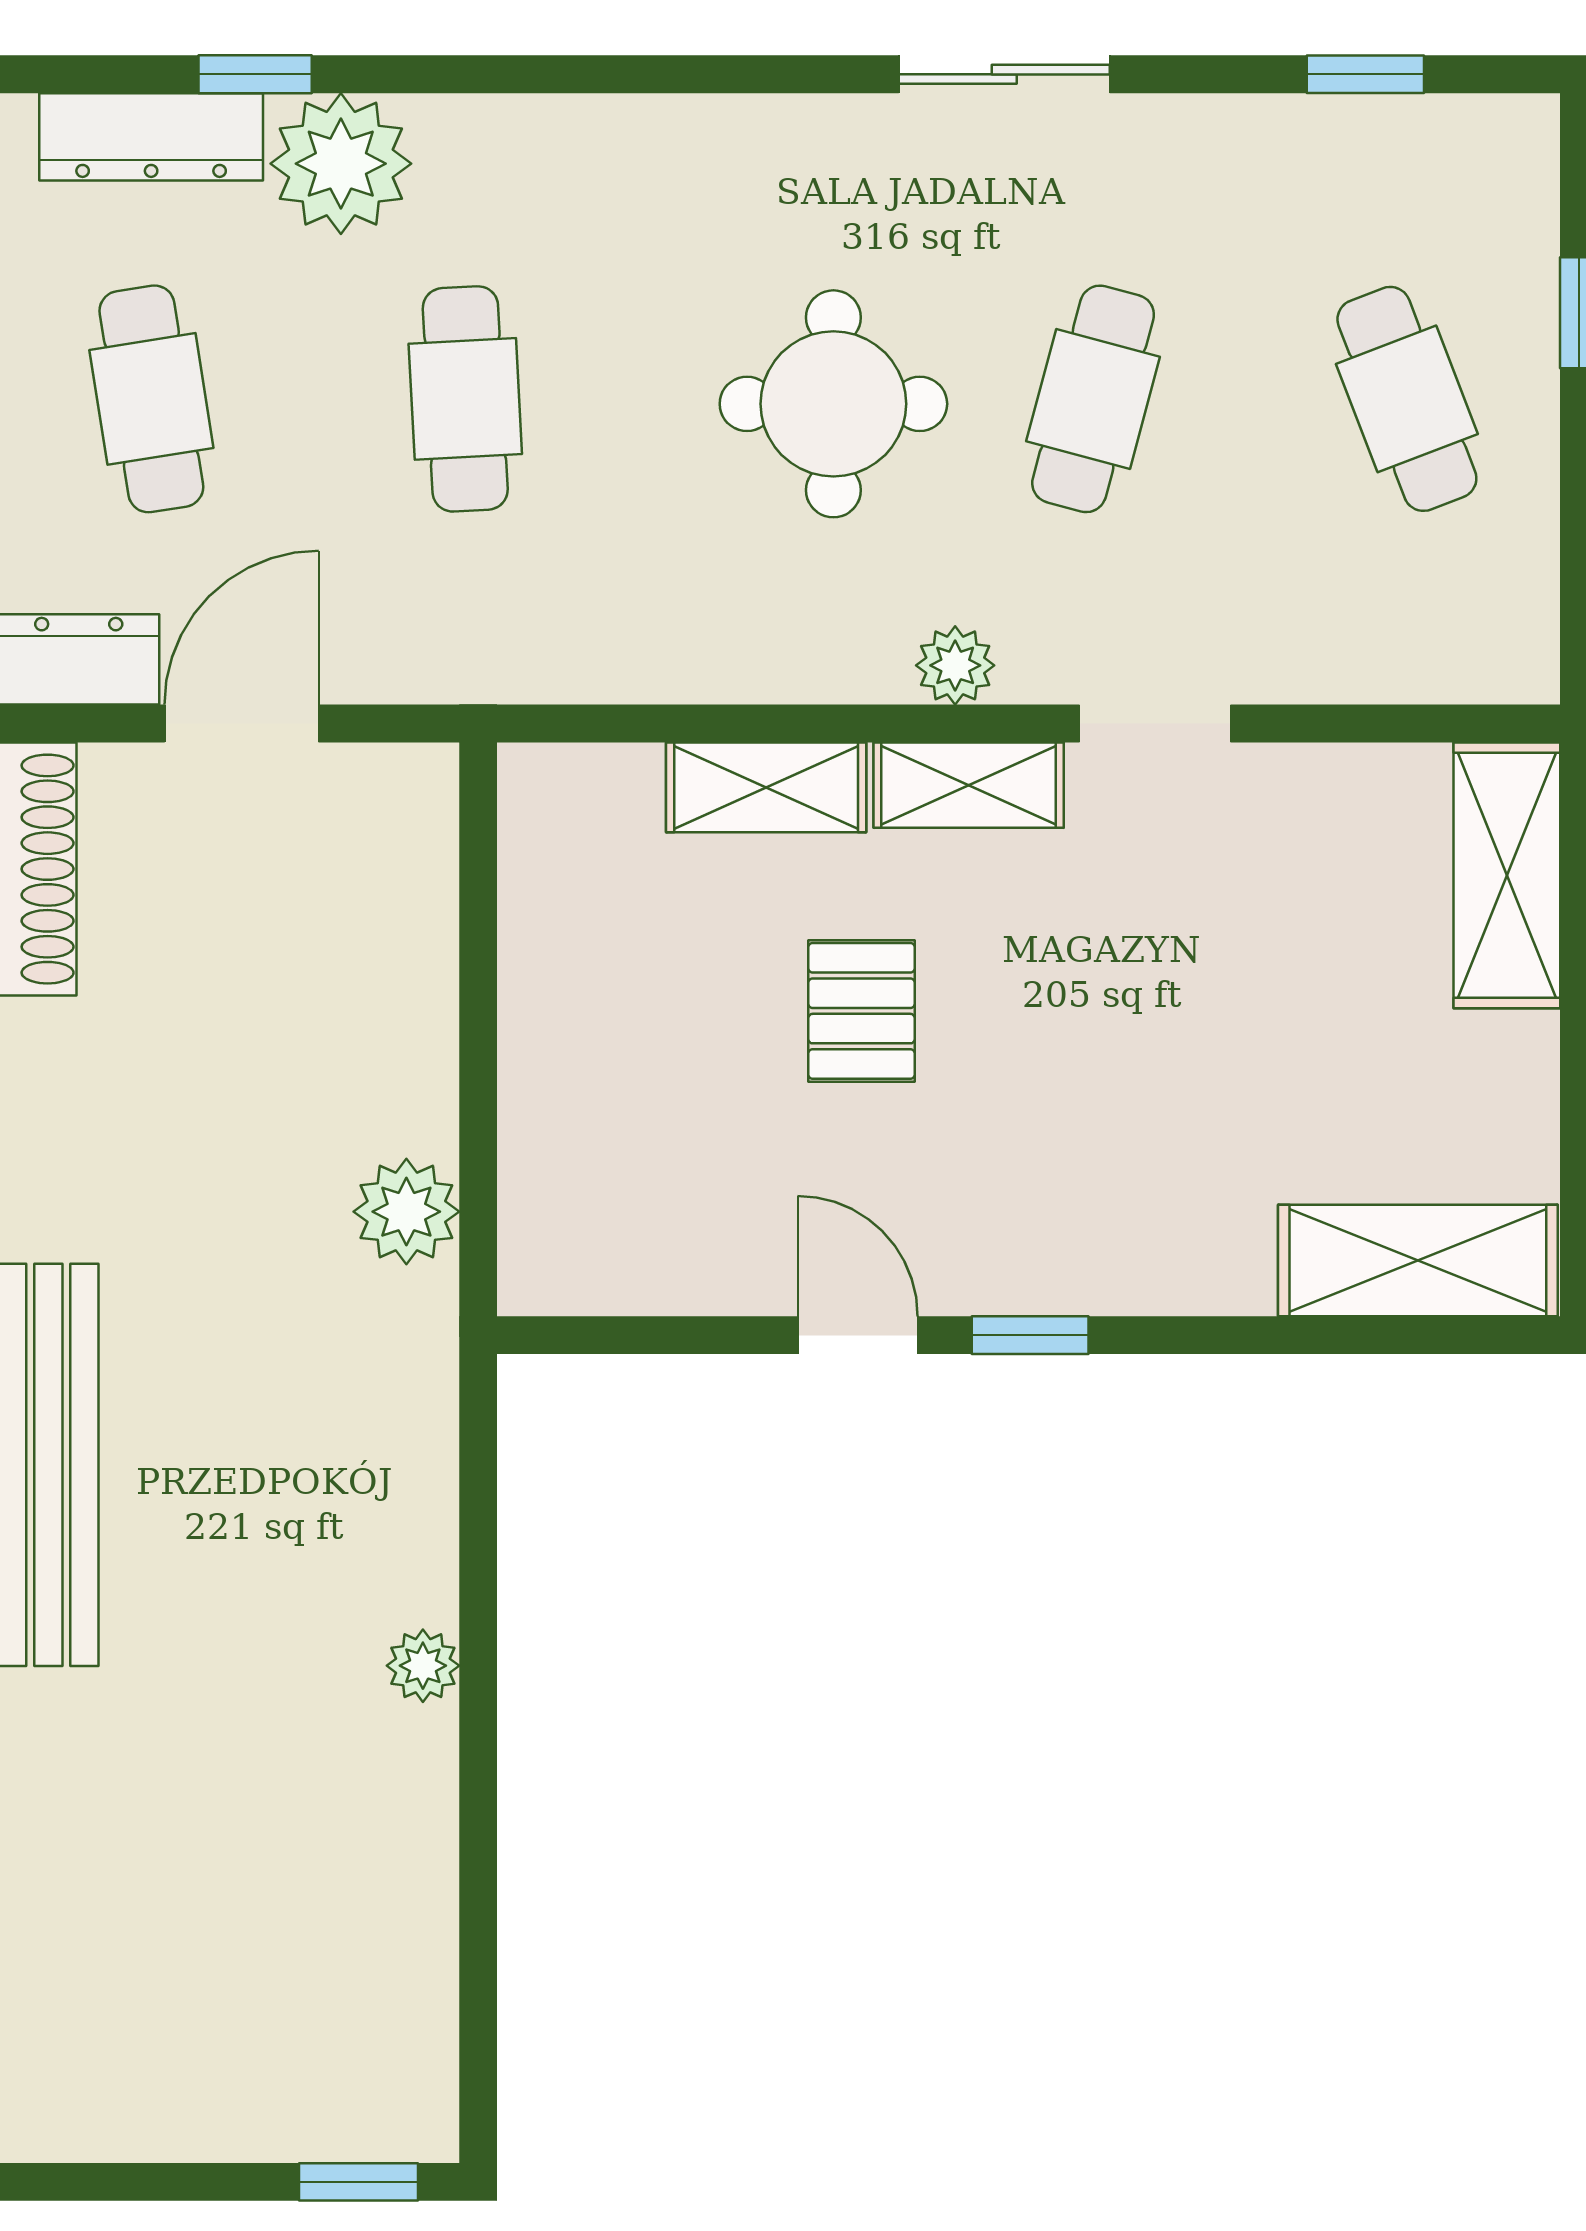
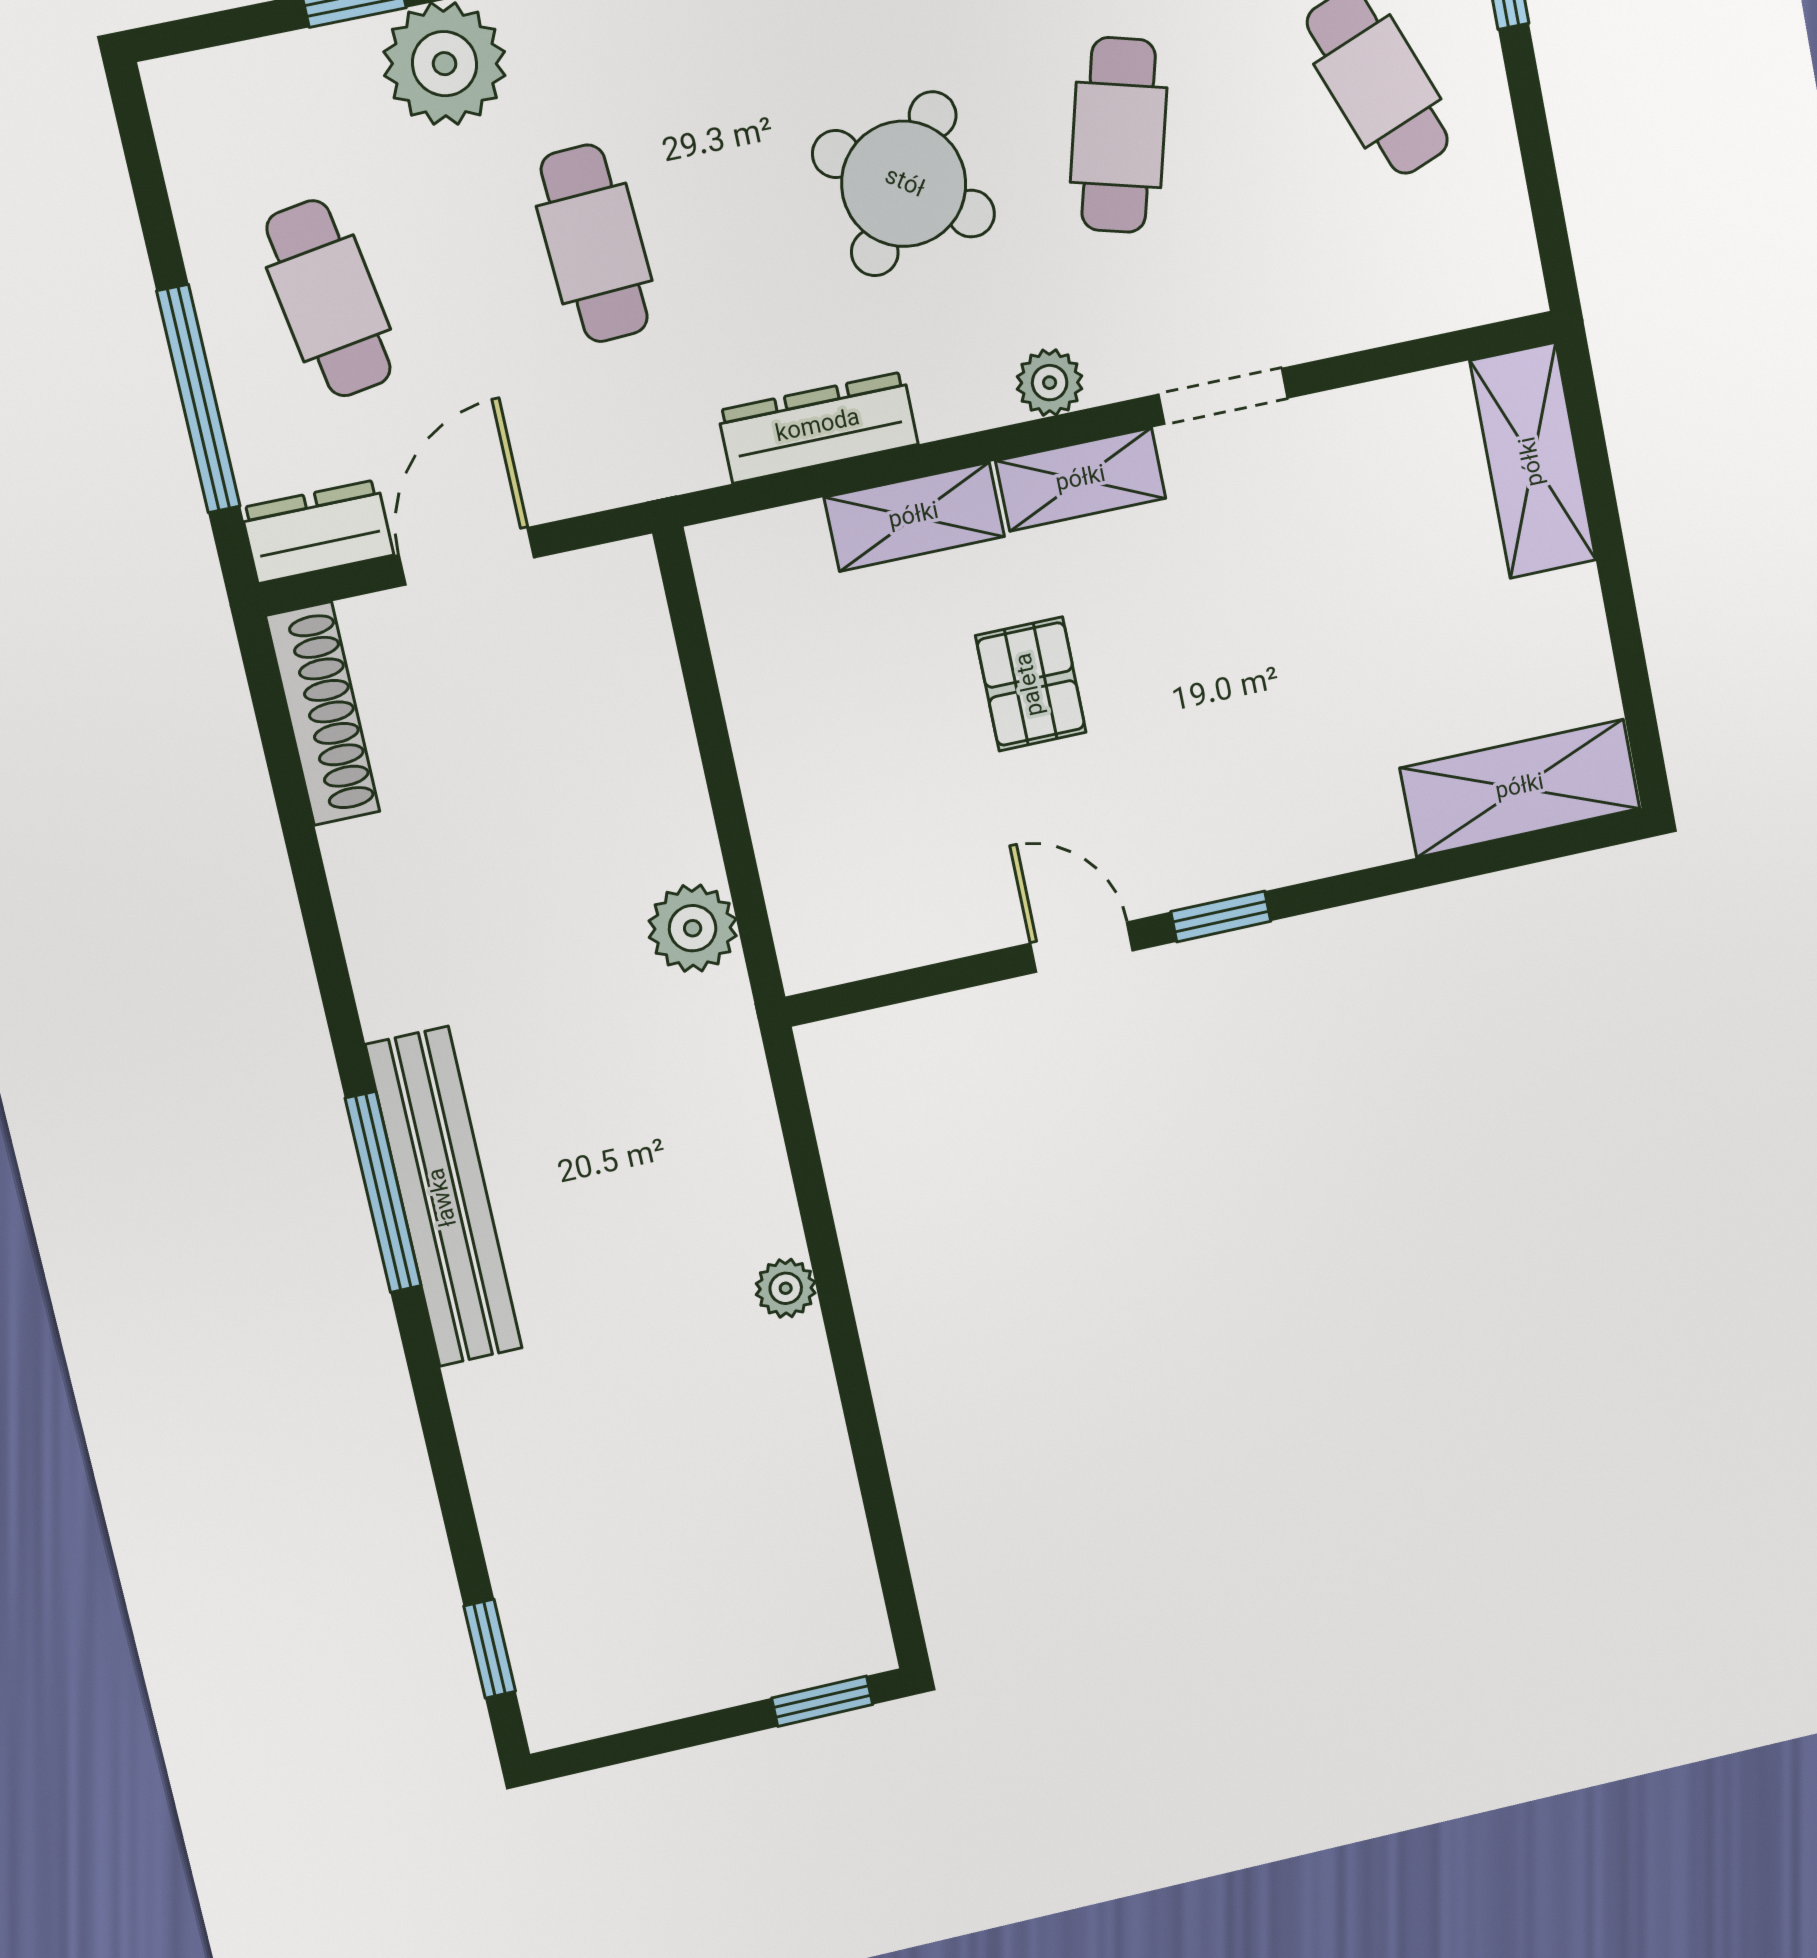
dresser: (151, 137) -> (818, 427), moved, turned 180
round table: (833, 404) -> (904, 184), turned 35

